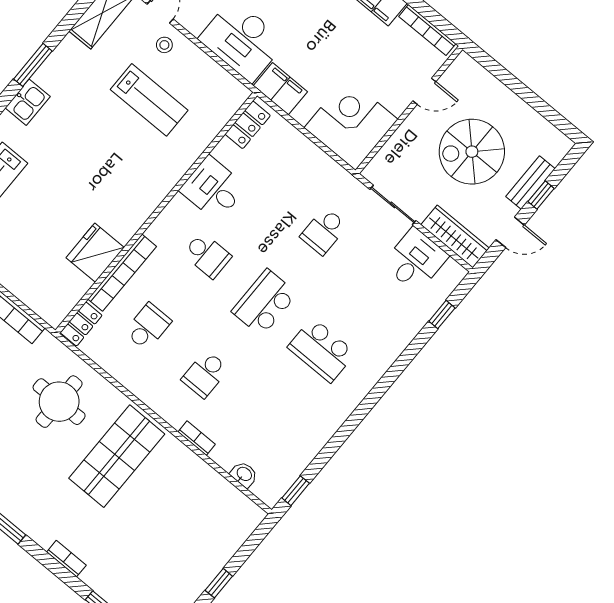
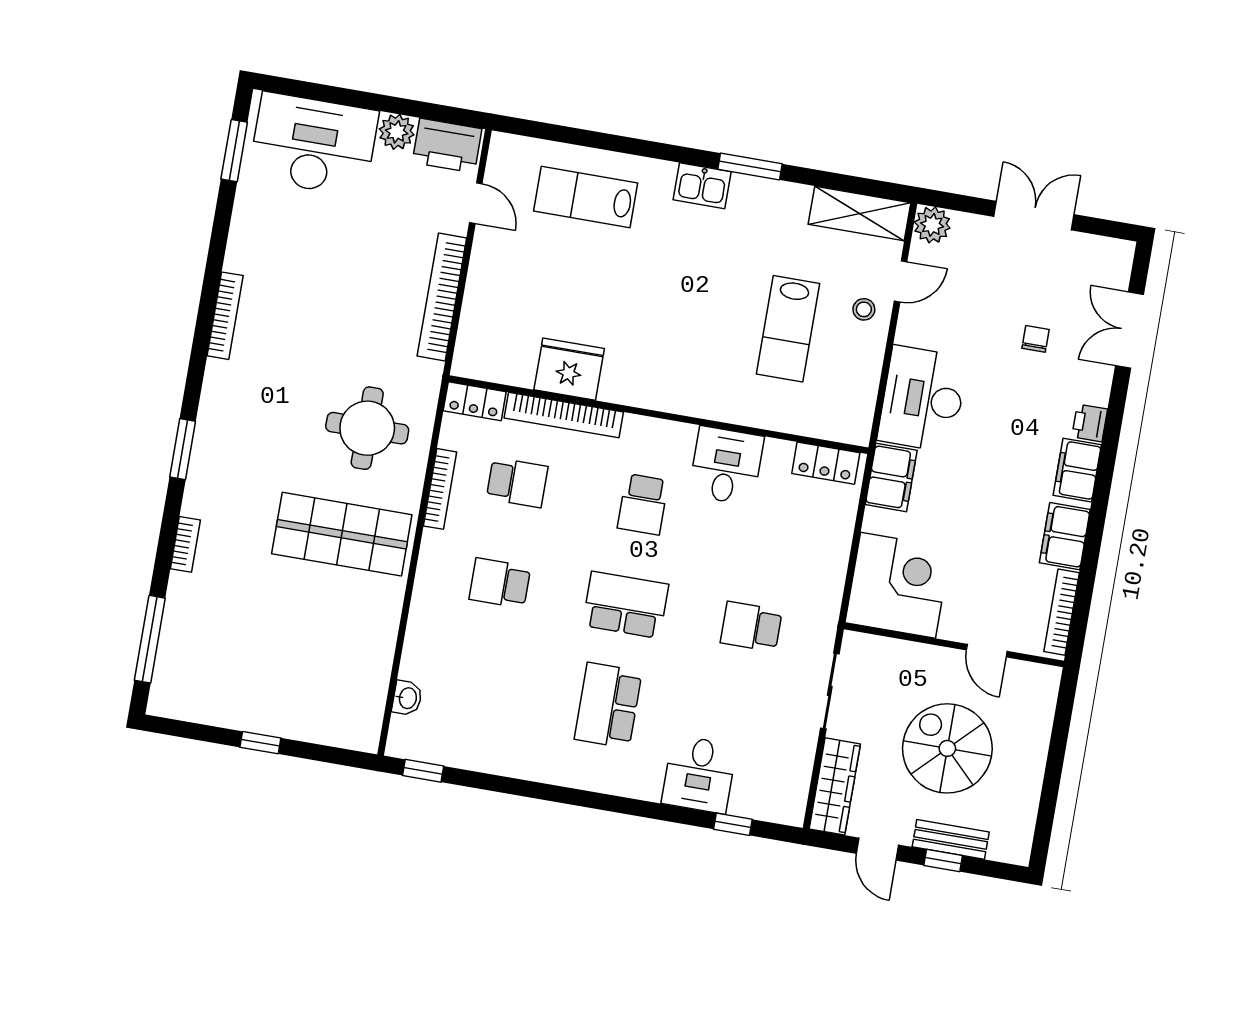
desk: (415, 260) -> (699, 774), moved, turned 90
bookcase: (197, 438) -> (440, 489), moved, width x1.56

